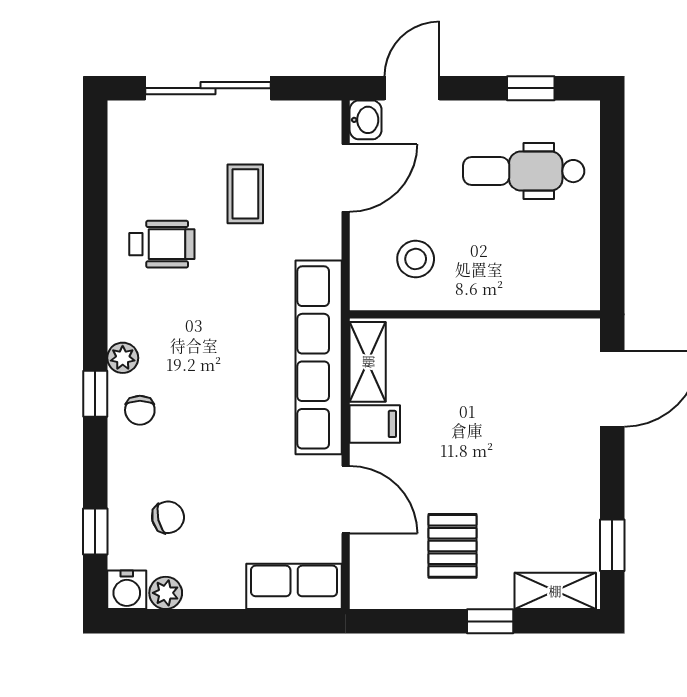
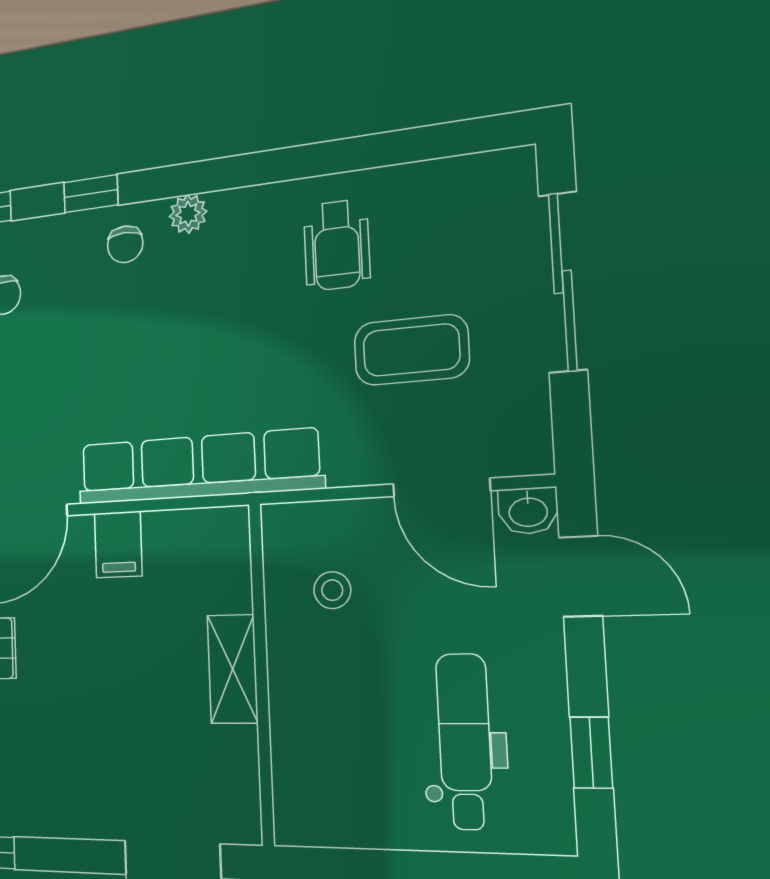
coffee table: (245, 194) -> (411, 350), width x1.36, depth x1.30
stool: (416, 259) -> (332, 590), width x0.73, depth x0.73
shelving: (368, 362) -> (232, 669), moved, turned 90
window: (95, 394) -> (91, 194), moved
chair: (140, 410) -> (125, 244), turned -90

